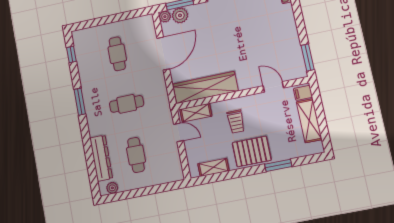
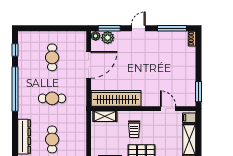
window: (80, 102) -> (15, 89), width x2.11
door: (179, 132) -> (89, 129), removed

